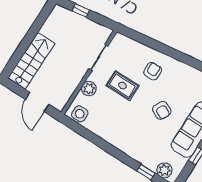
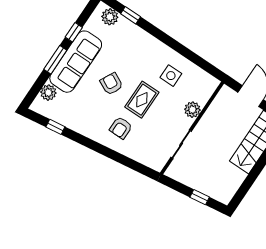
rug: (122, 85) -> (142, 100), moved, turned 90
side table: (80, 114) -> (171, 76), moved

